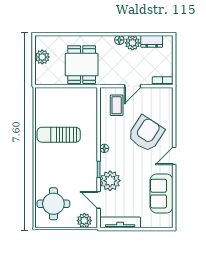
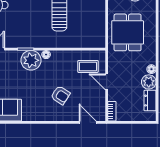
dining table: (82, 65) -> (128, 32), turned 90
armchair: (146, 134) -> (60, 95), width x0.53, depth x0.53
door: (174, 156) -> (88, 122), moved
plant: (110, 181) -> (31, 60), moved

